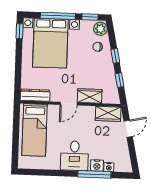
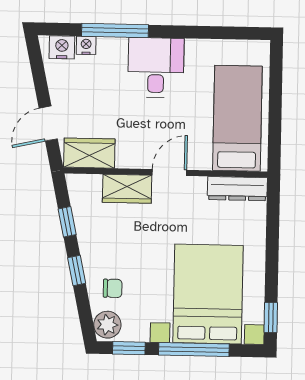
nightstand: (97, 166) -> (62, 47), moved

